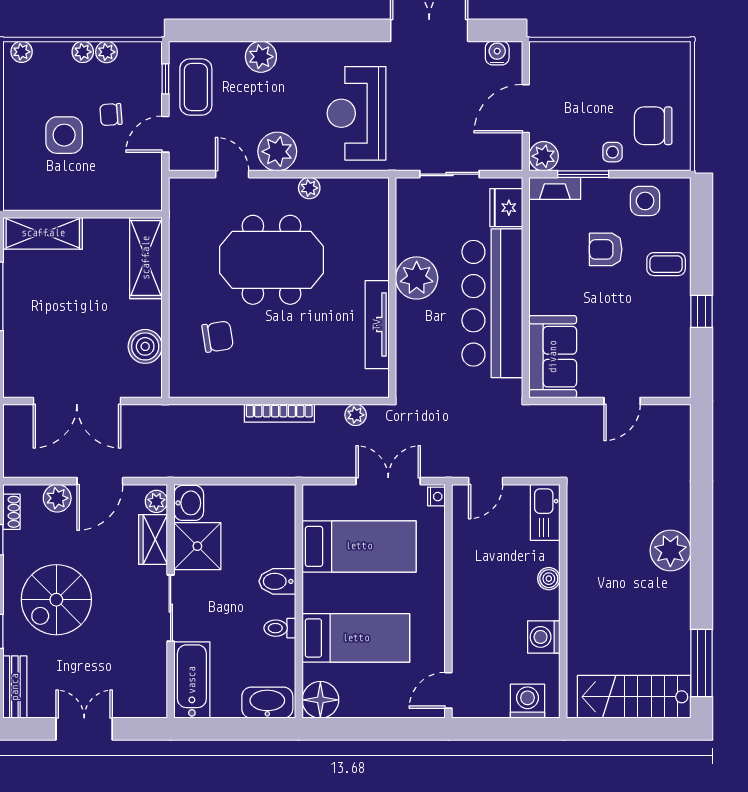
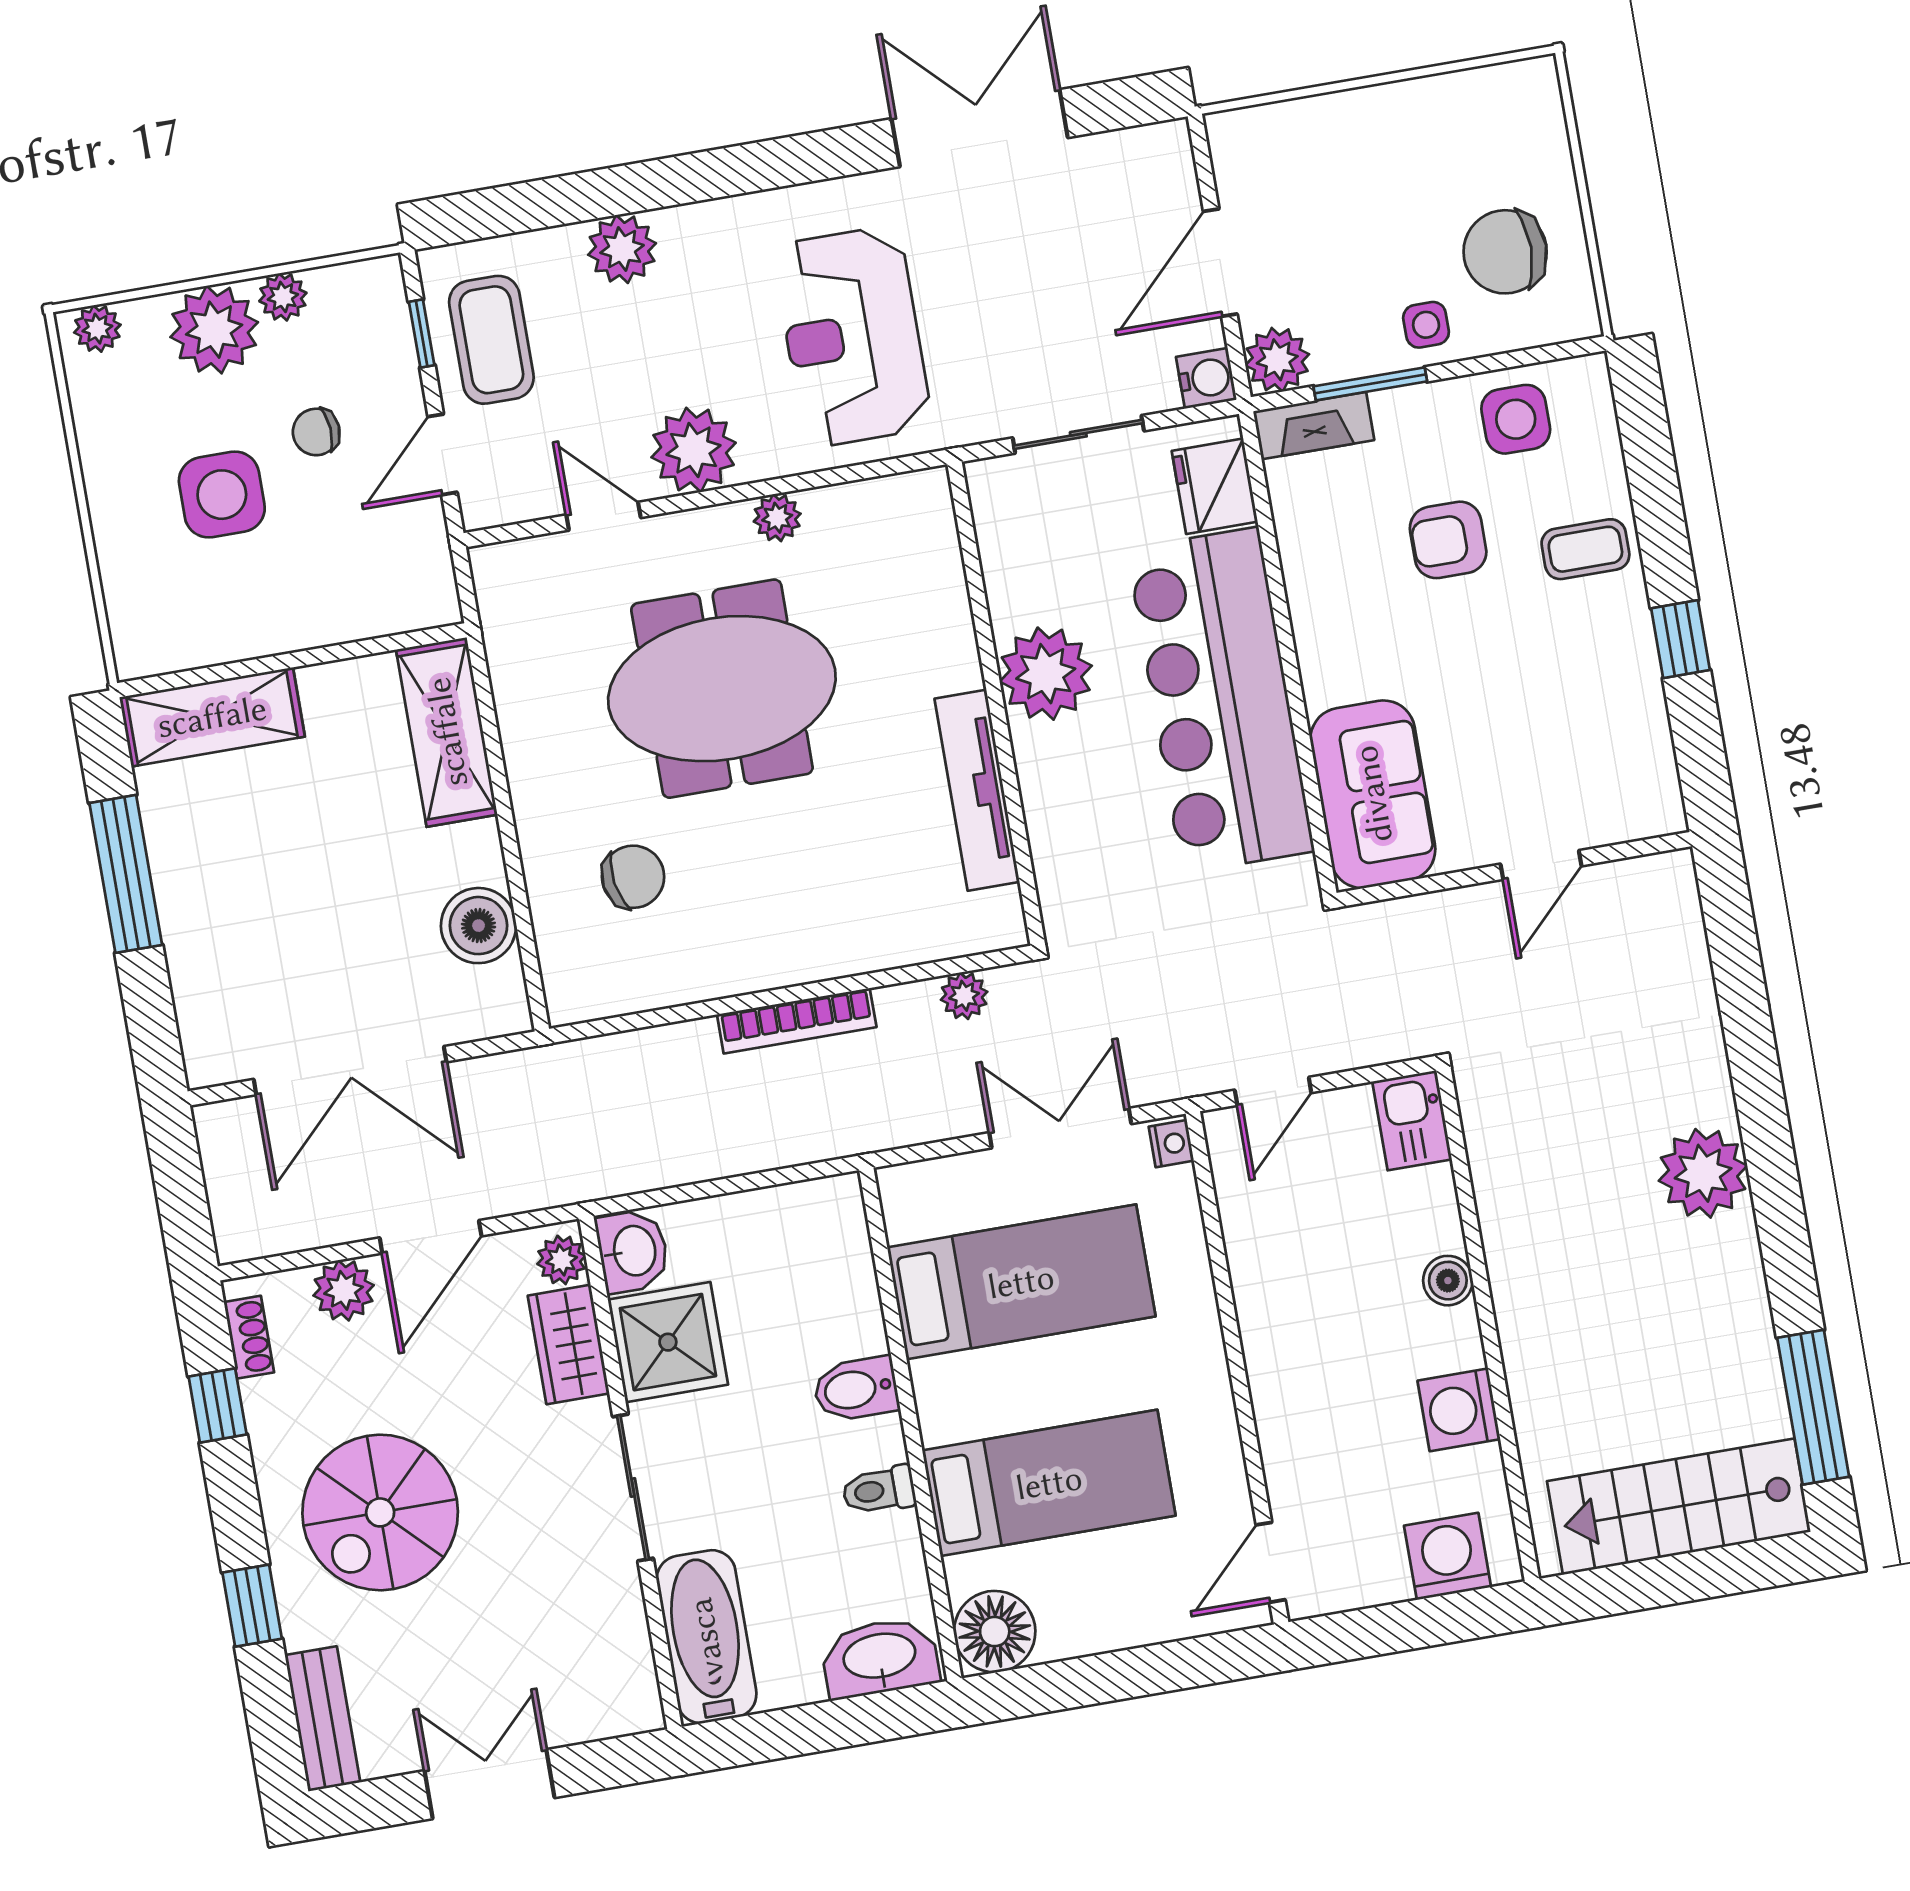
plant: (83, 52) -> (214, 330), width x1.88, depth x1.88
water cooler: (497, 53) -> (1206, 378), moved, turned 90
kitchen sink: (545, 512) -> (1412, 1120), width x0.73

